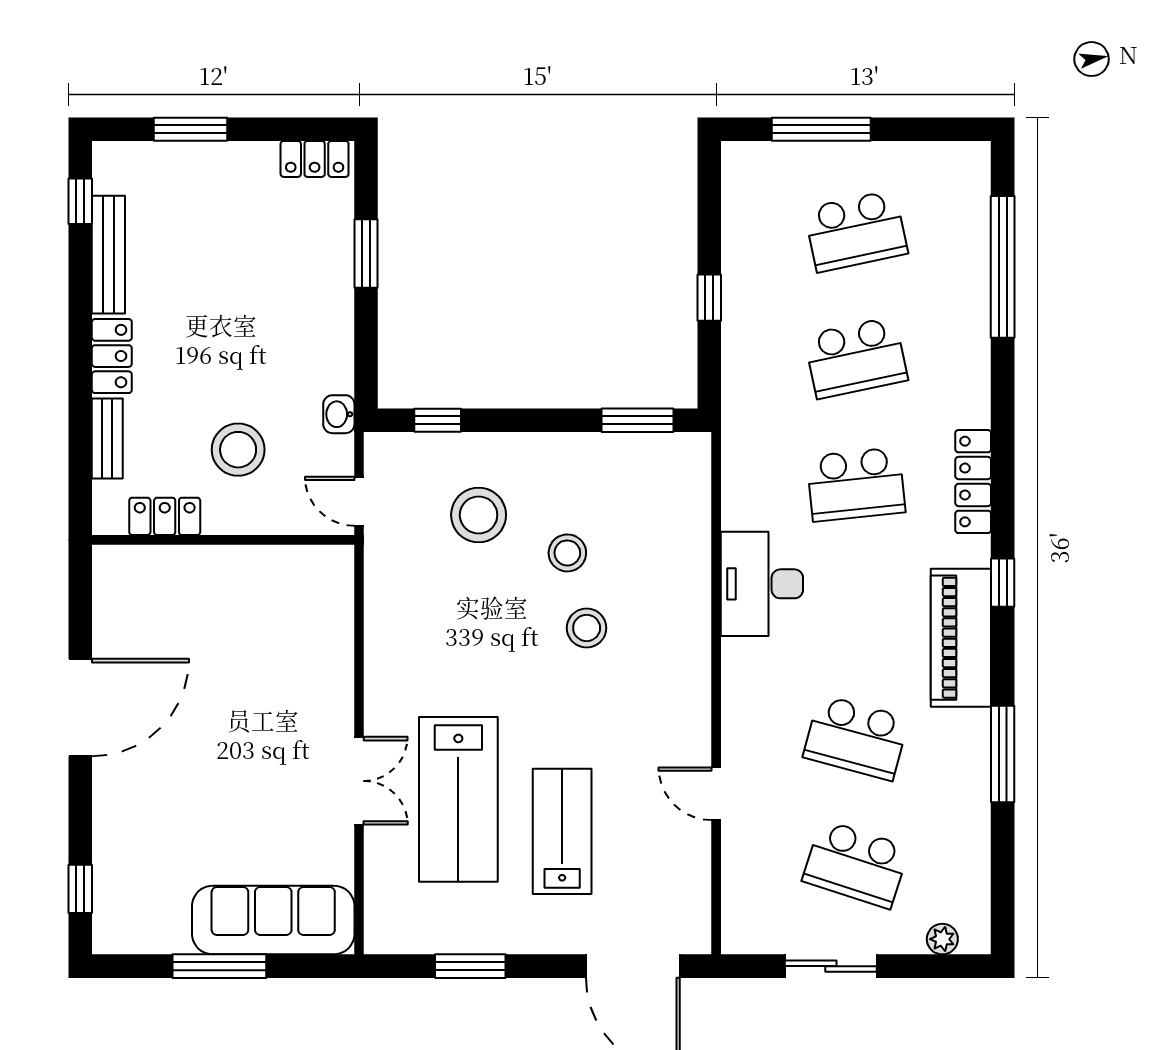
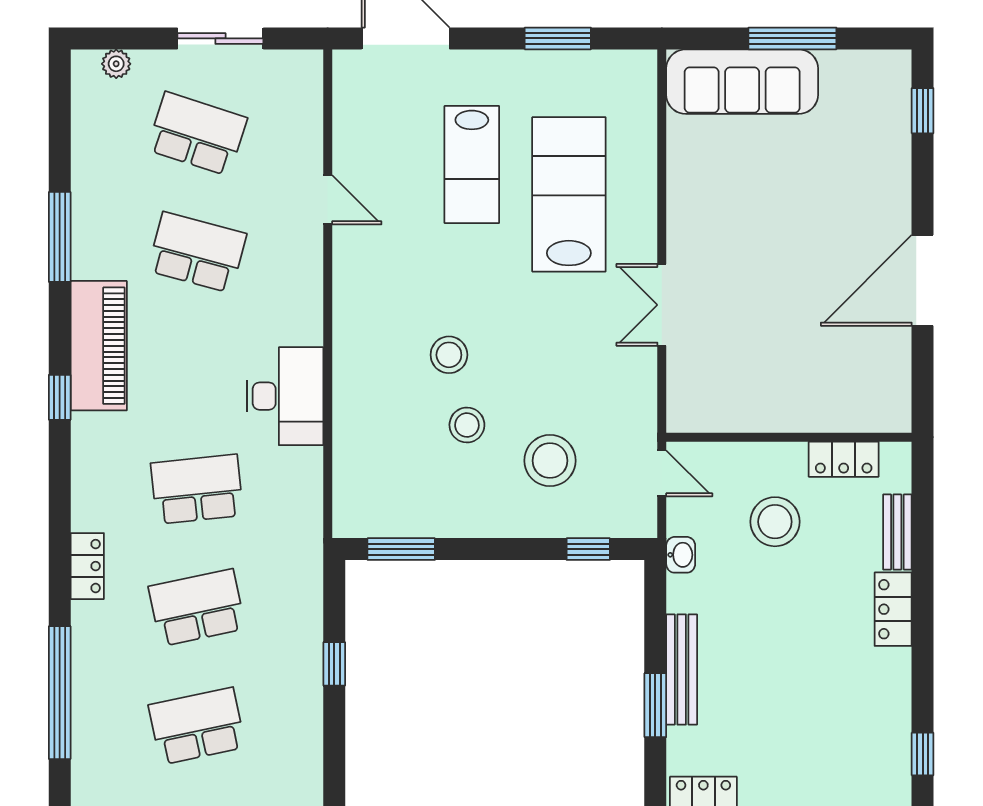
bench: (108, 255) -> (682, 669), moved
locker: (973, 482) -> (87, 566), moved, width x0.66
double door: (359, 781) -> (662, 305), moved

